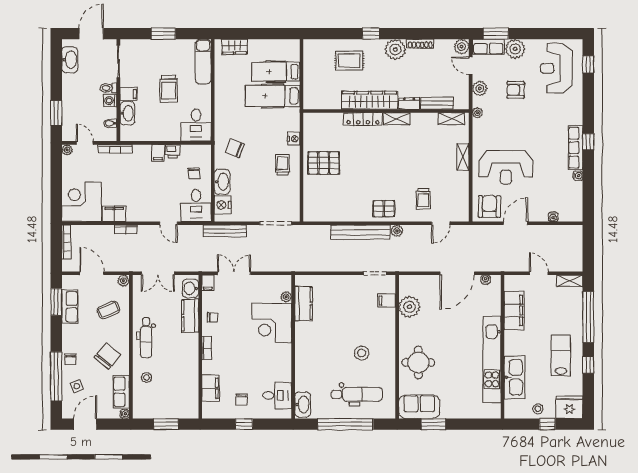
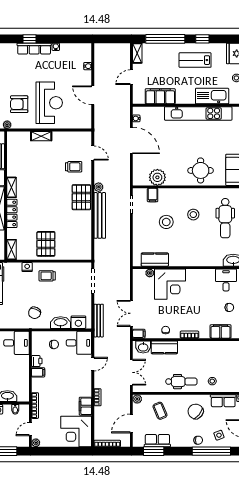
shelving: (451, 119) -> (12, 250), moved
armchair: (489, 207) -> (19, 104), moved
pallet: (384, 209) -> (81, 197), width x1.50, depth x1.42
stool: (352, 318) -> (166, 222), added
dental chair: (357, 394) -> (225, 218), turned 180

